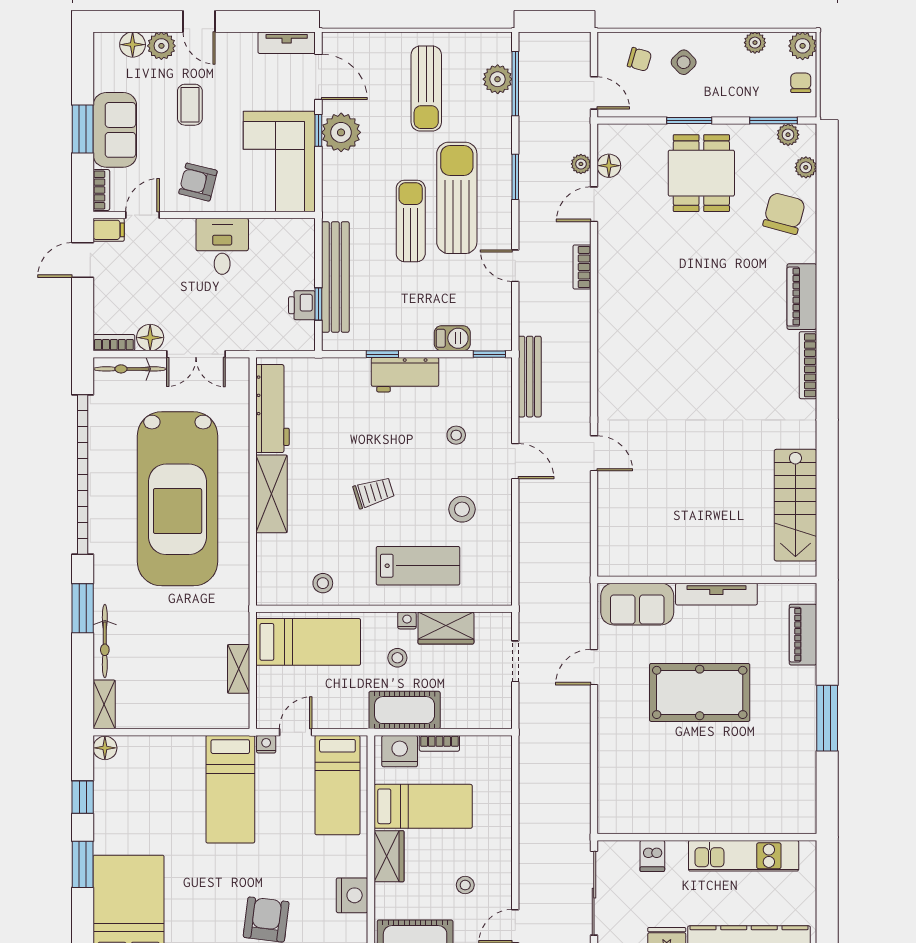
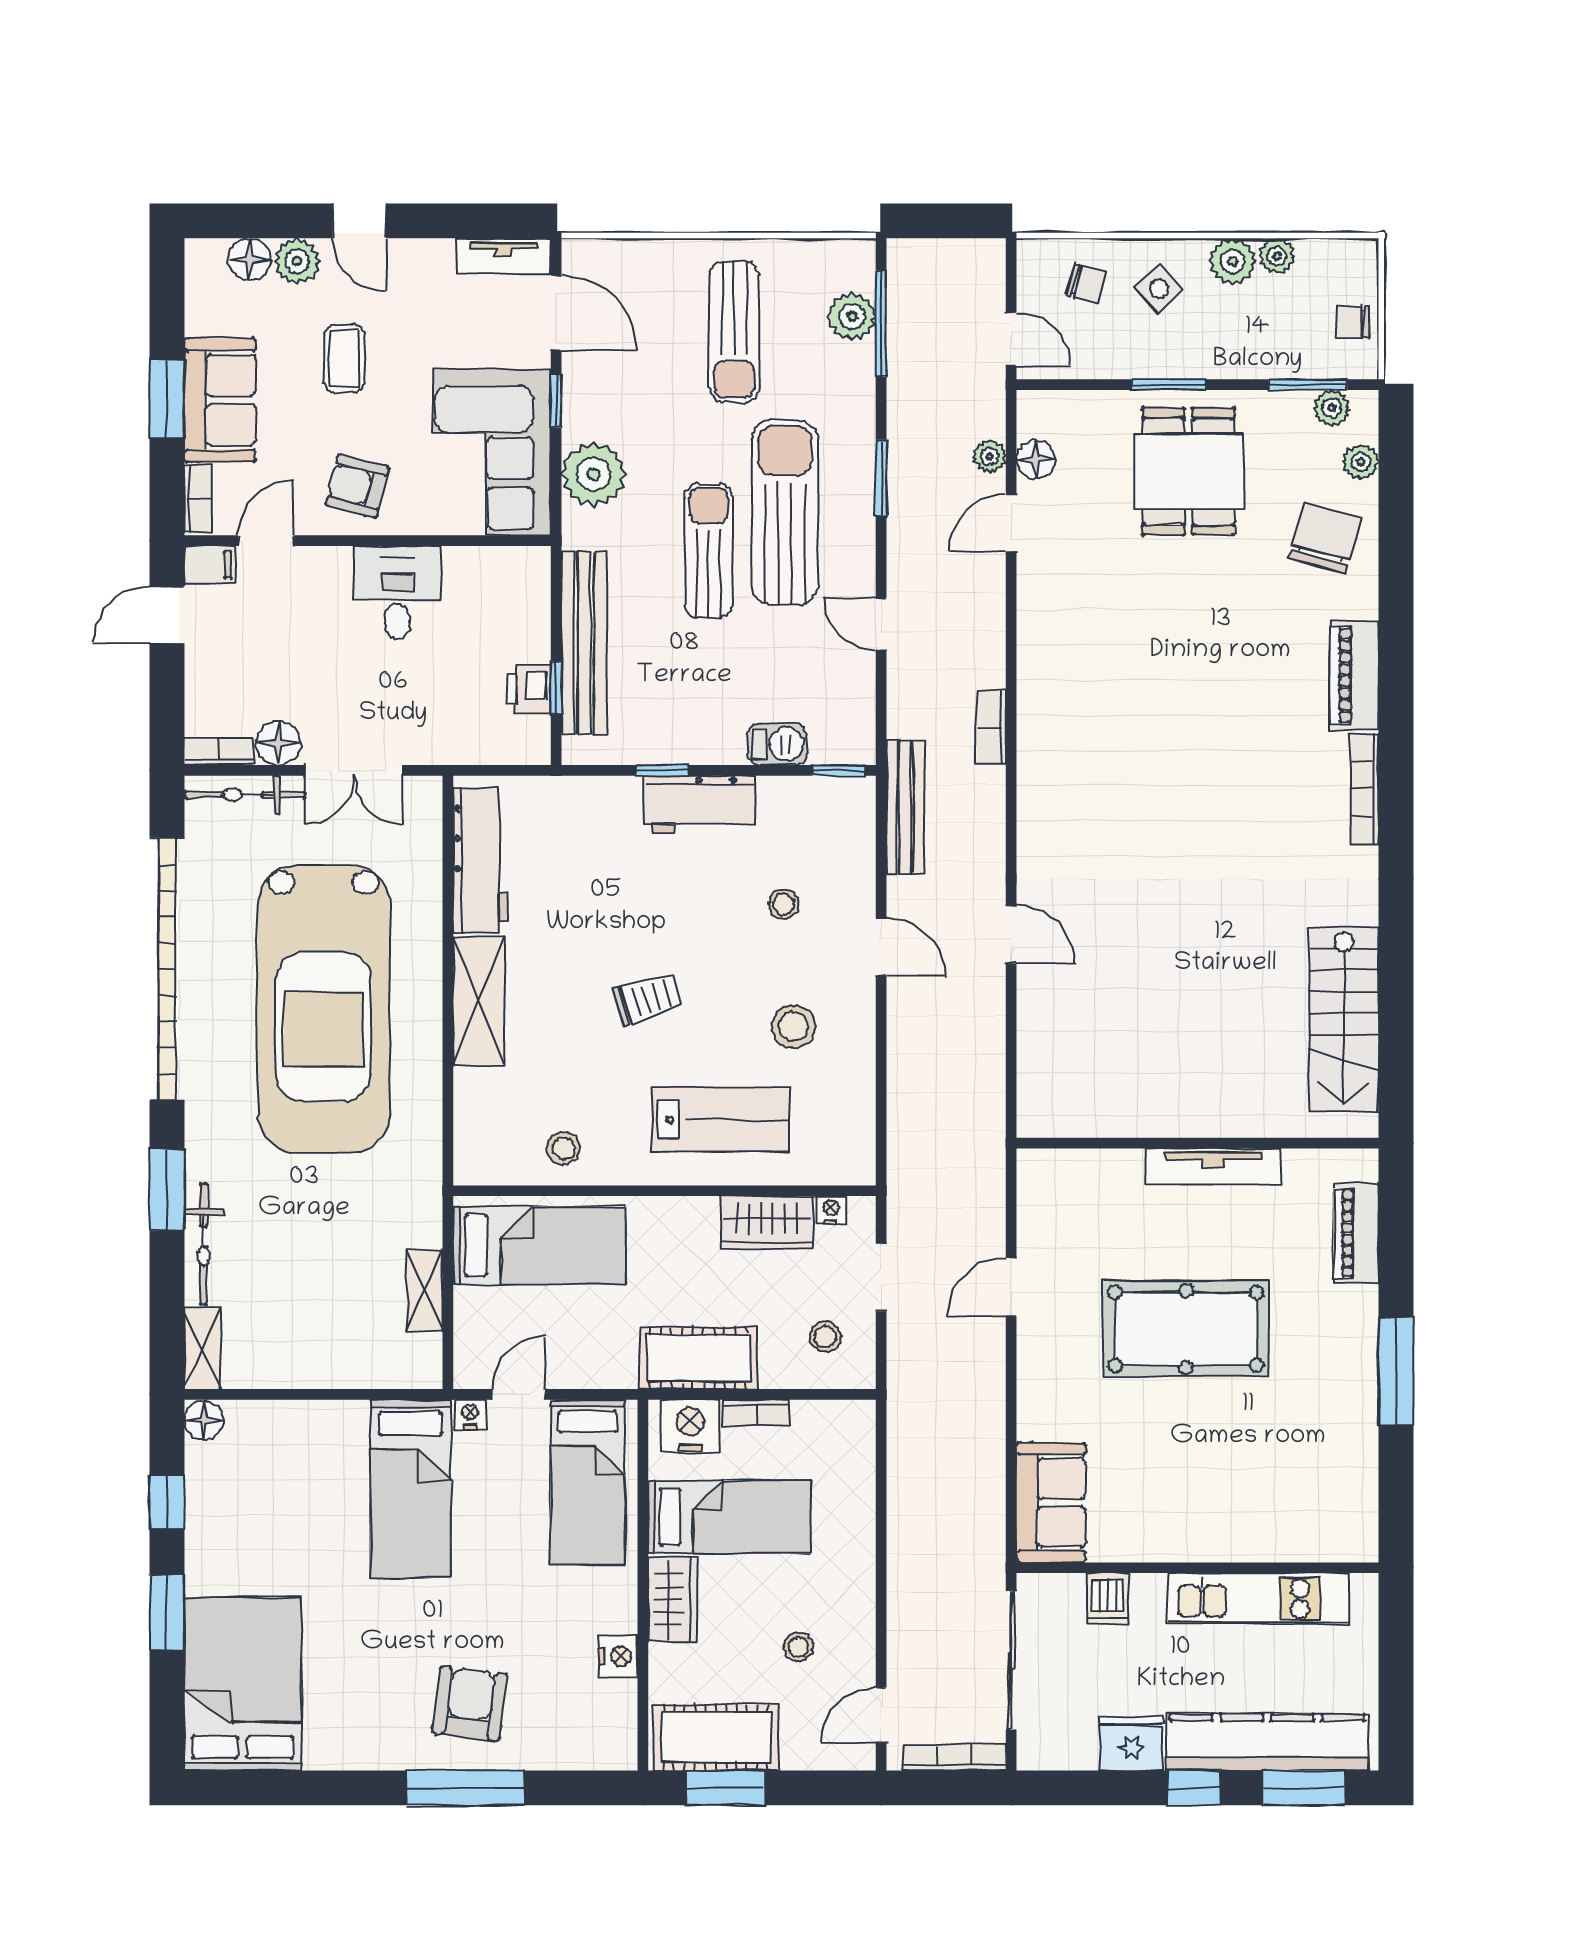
plant: (803, 46) -> (1233, 261), moved
chair: (801, 83) -> (1353, 322), turned -90
plant: (341, 132) -> (594, 474), moved
bookcase: (582, 267) -> (991, 727), moved
sofa: (637, 604) -> (1051, 1503), moved, turned -90
nightstand: (407, 620) -> (831, 1210), moved
stool: (397, 658) -> (825, 1337), moved
nightstand: (352, 895) -> (618, 1656), width x0.74, depth x0.75

